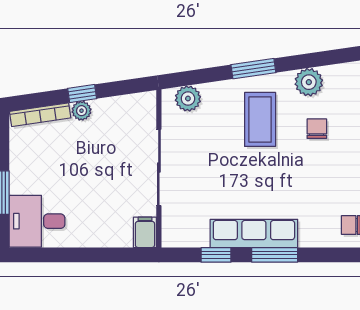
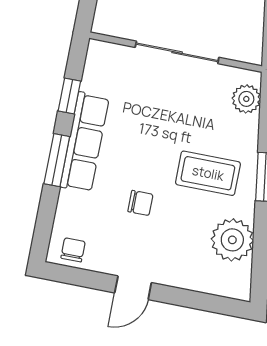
plant: (309, 82) -> (232, 240), width x1.36, depth x1.36
chair: (317, 129) -> (140, 203), moved
filing cabinet: (145, 232) -> (109, 23), removed

